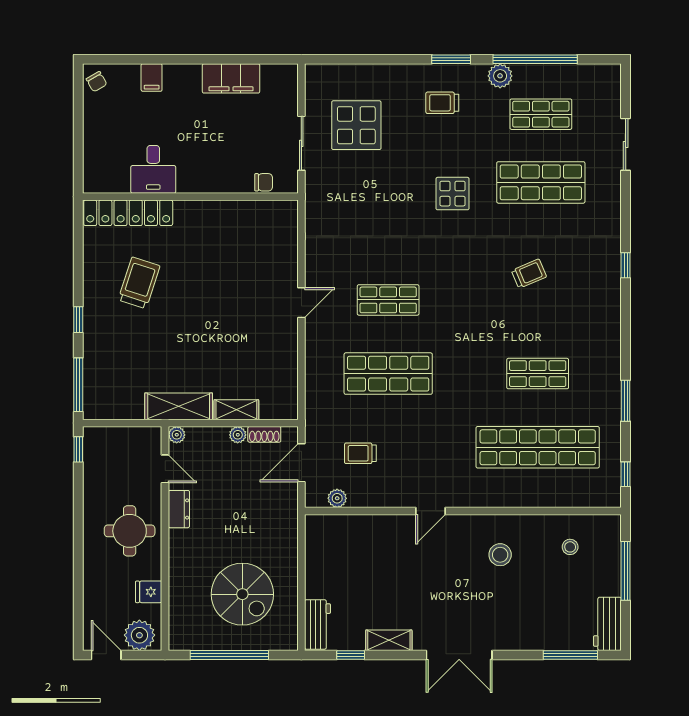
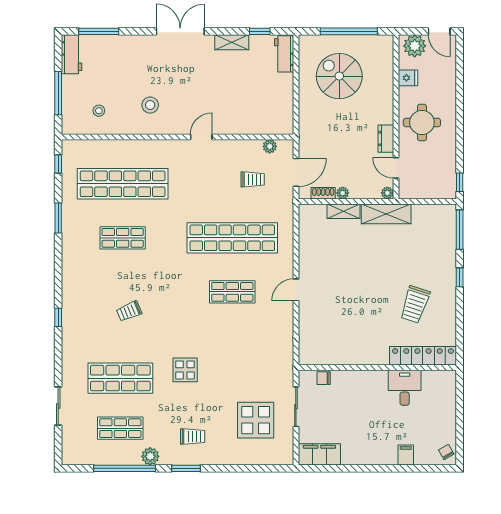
filing cabinet: (231, 78) -> (319, 454), moved
shop shelf: (388, 374) -> (232, 238), width x1.40

